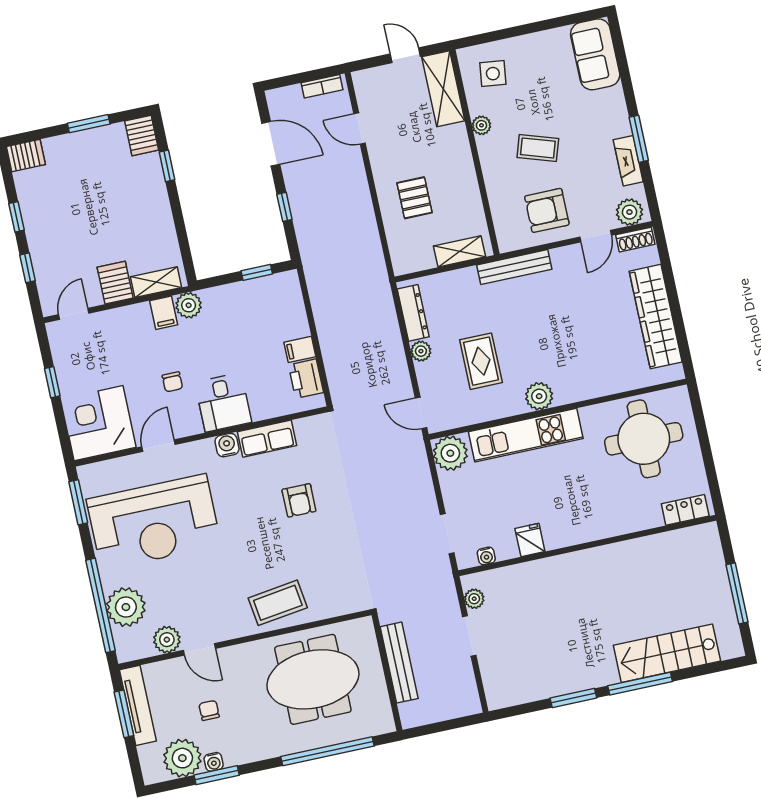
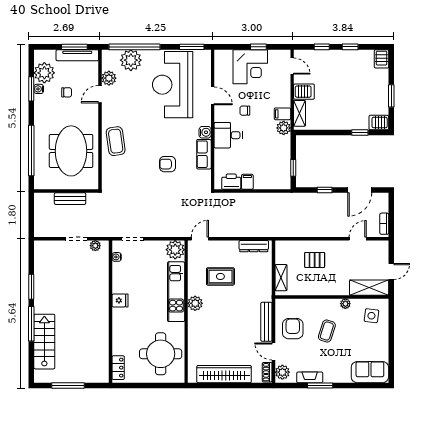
bench: (514, 267) -> (266, 322), moved
plant: (421, 351) -> (233, 246), removed
corner desk: (99, 423) -> (250, 67), moved, turned 90
fridge: (530, 540) -> (120, 300), moved
bench: (399, 663) -> (70, 199), width x0.73

